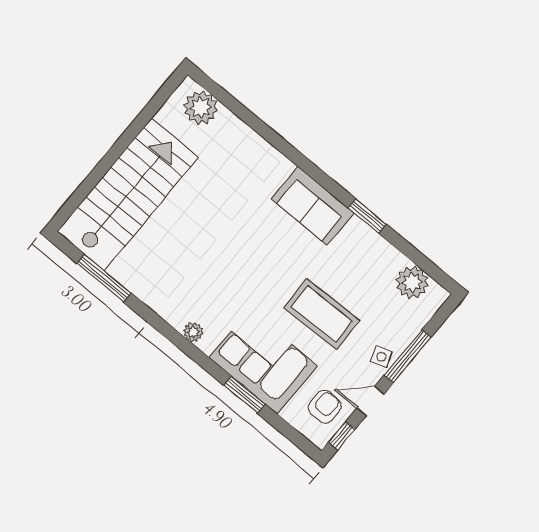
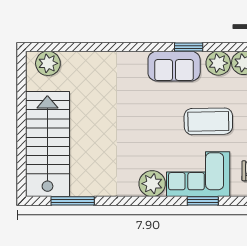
sofa: (313, 206) -> (174, 66), moved
plant: (385, 260) -> (218, 63), added
plant: (193, 332) -> (152, 184), width x1.88, depth x1.88

